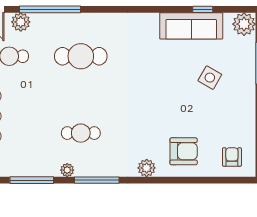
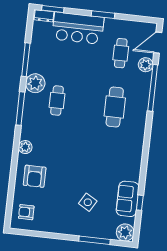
sofa: (191, 26) -> (128, 199), width x0.73
armchair: (232, 157) -> (26, 212), turned 180
plant: (67, 170) -> (35, 83), width x1.87, depth x1.87

